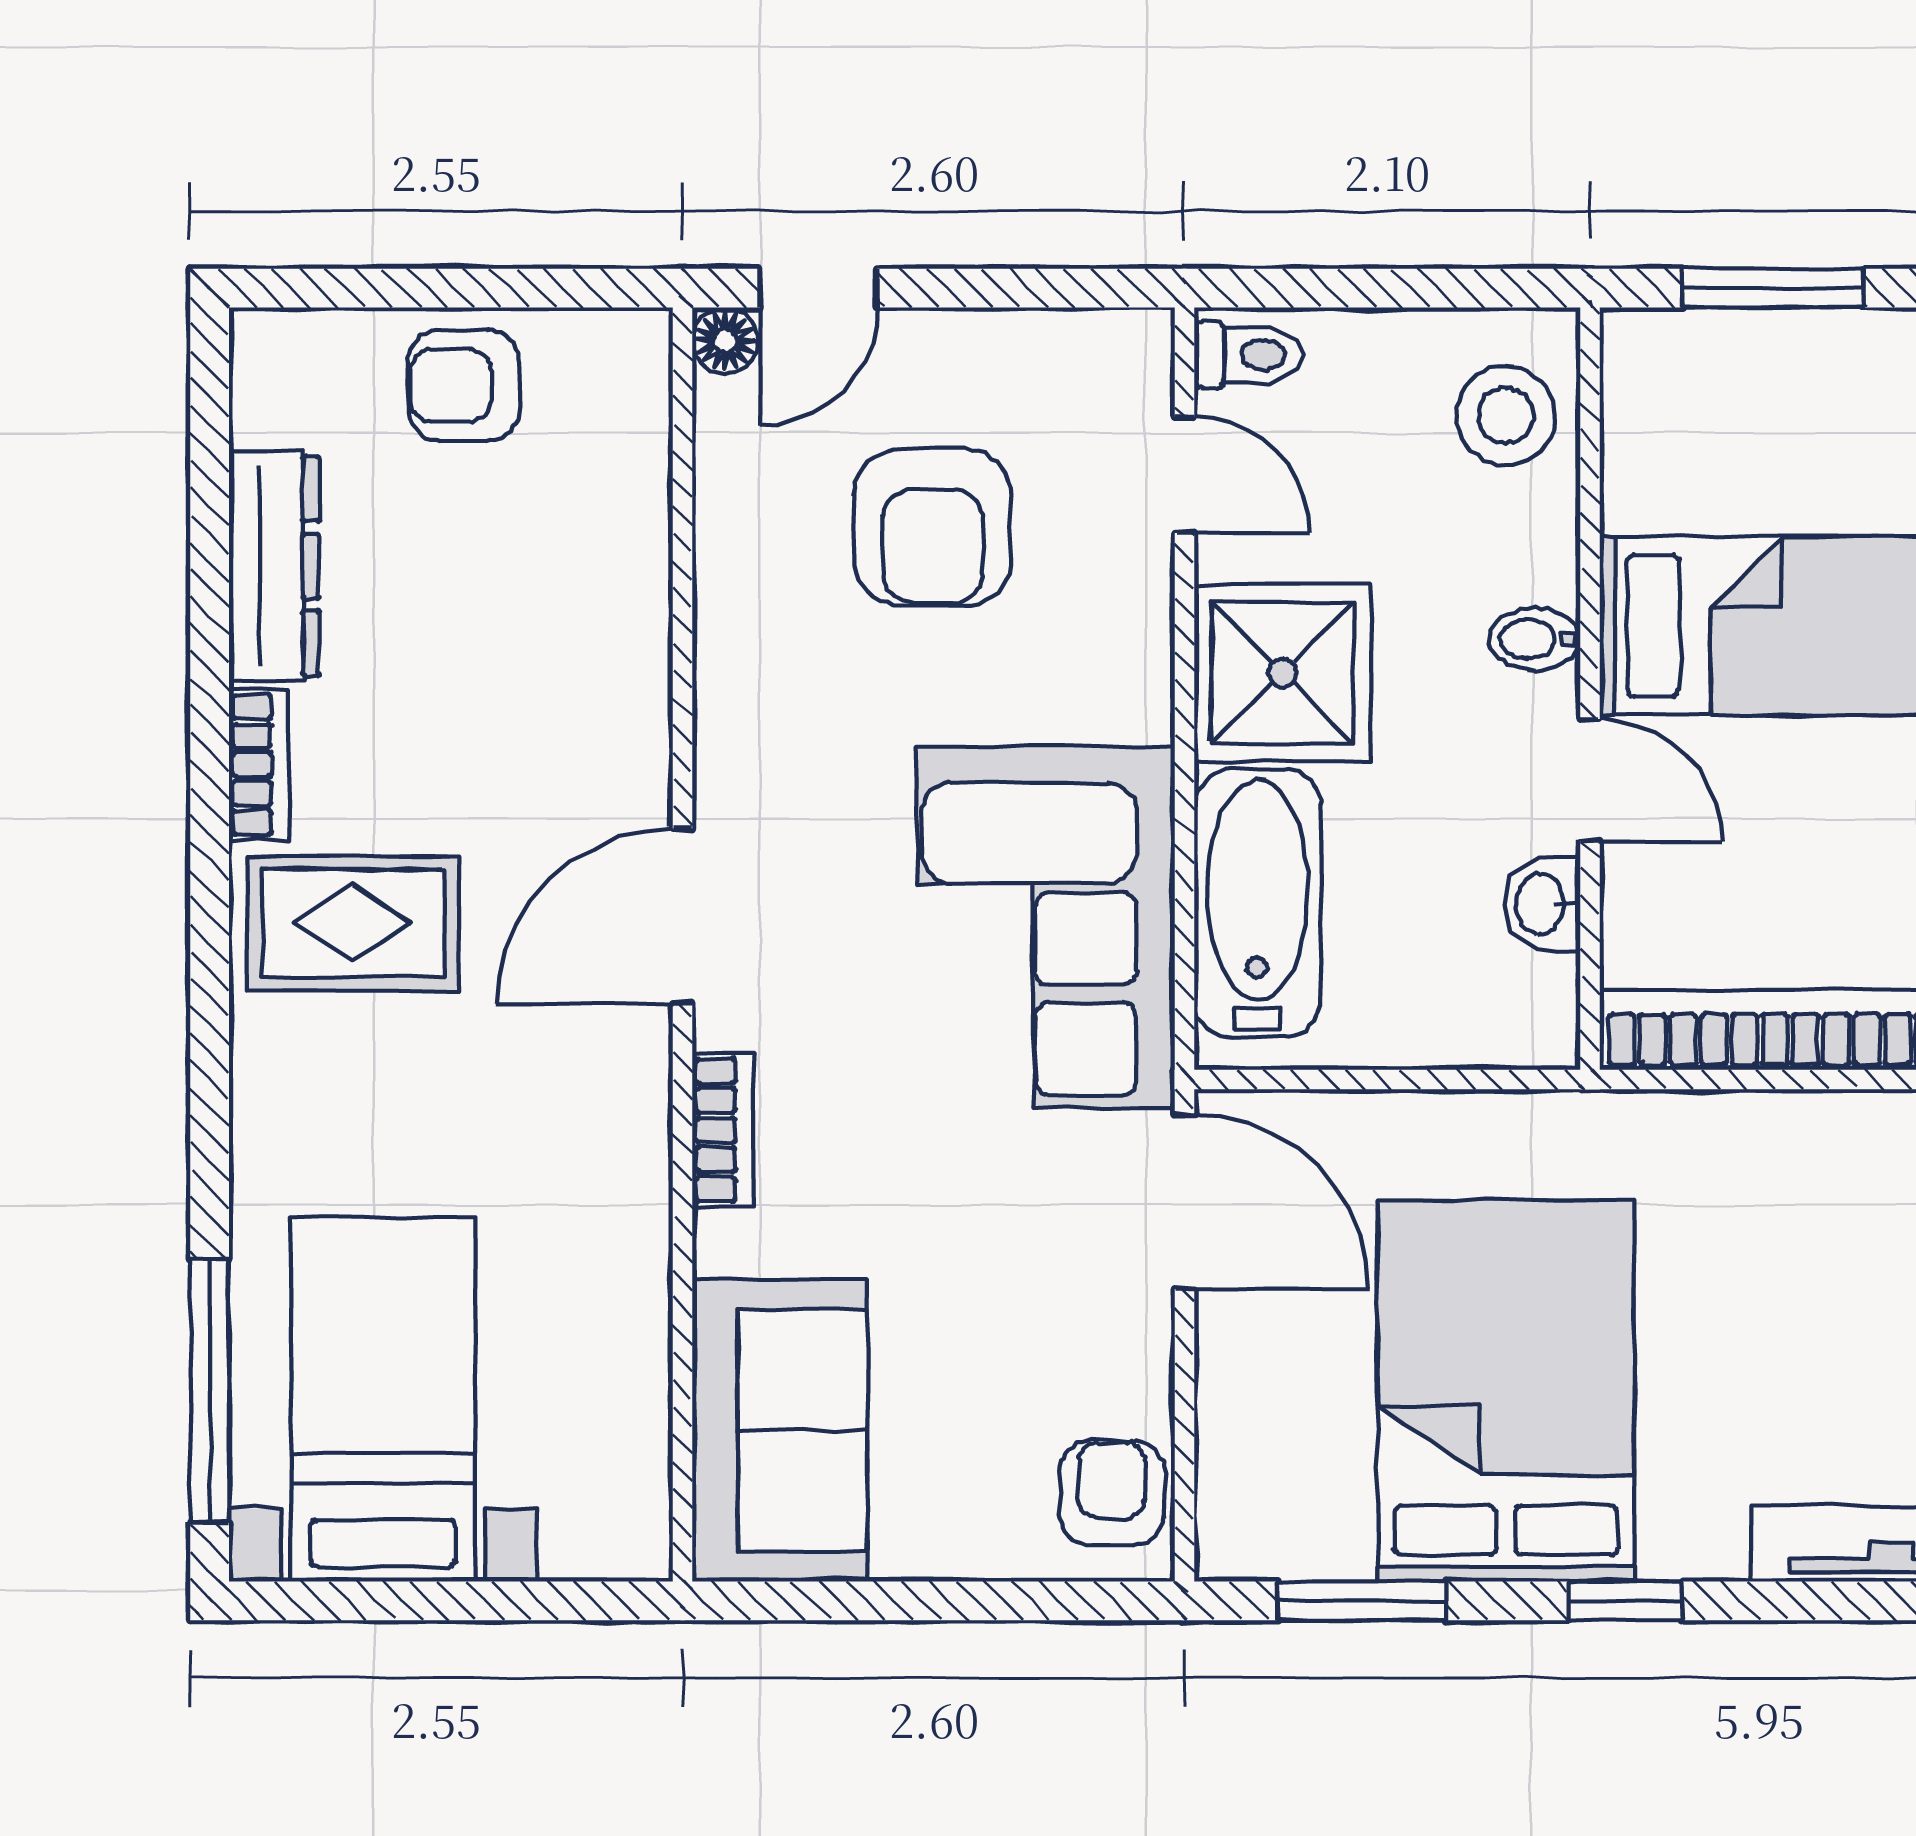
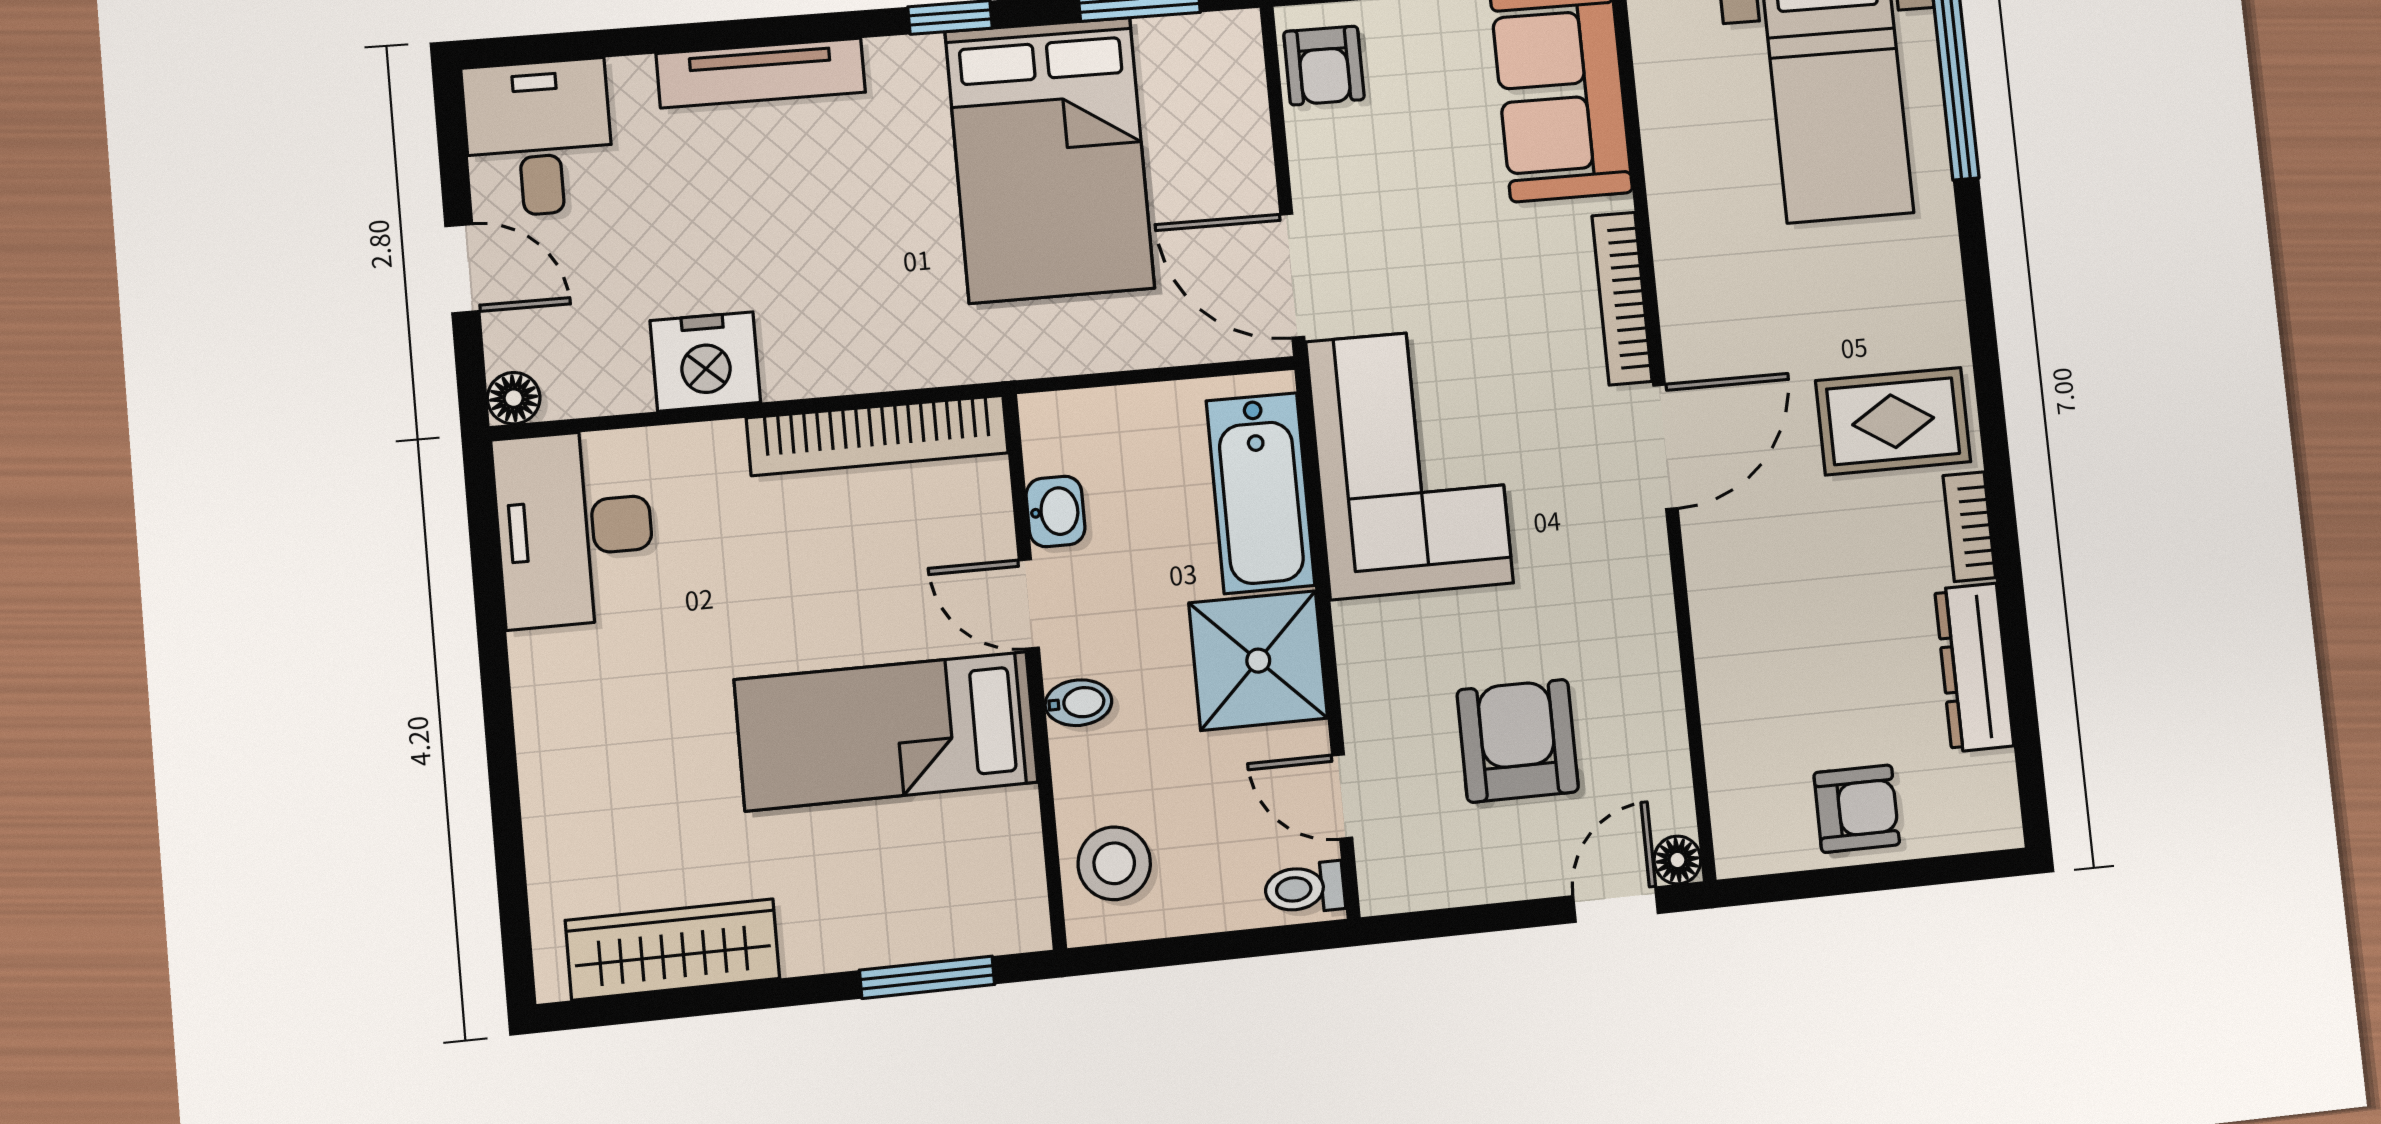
bookcase: (723, 1130) -> (1622, 299), width x1.56

